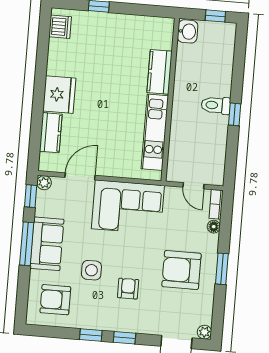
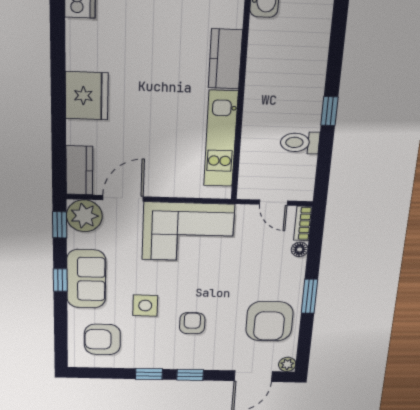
toilet: (216, 105) -> (300, 143), moved
kitchen counter: (51, 133) -> (79, 170), moved
plant: (44, 183) -> (84, 216), width x1.88, depth x1.88
window: (27, 244) -> (60, 280), width x0.46
armchair: (182, 270) -> (269, 321), moved, turned -90

